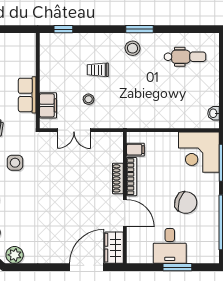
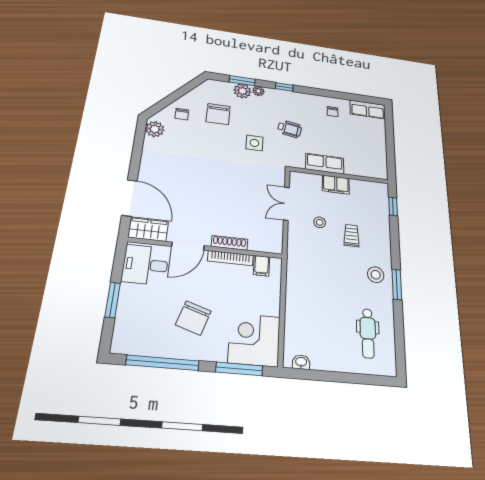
filing cabinet: (48, 105) -> (336, 185), moved
desk: (170, 246) -> (145, 265), moved

